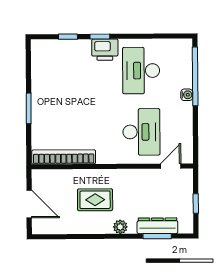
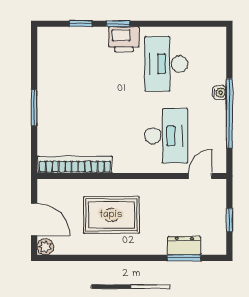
window: (195, 76) -> (229, 113), moved
rug: (95, 200) -> (111, 215), width x1.36, depth x1.43
dresser: (157, 226) -> (184, 246), width x0.70
plant: (120, 227) -> (45, 247), moved

